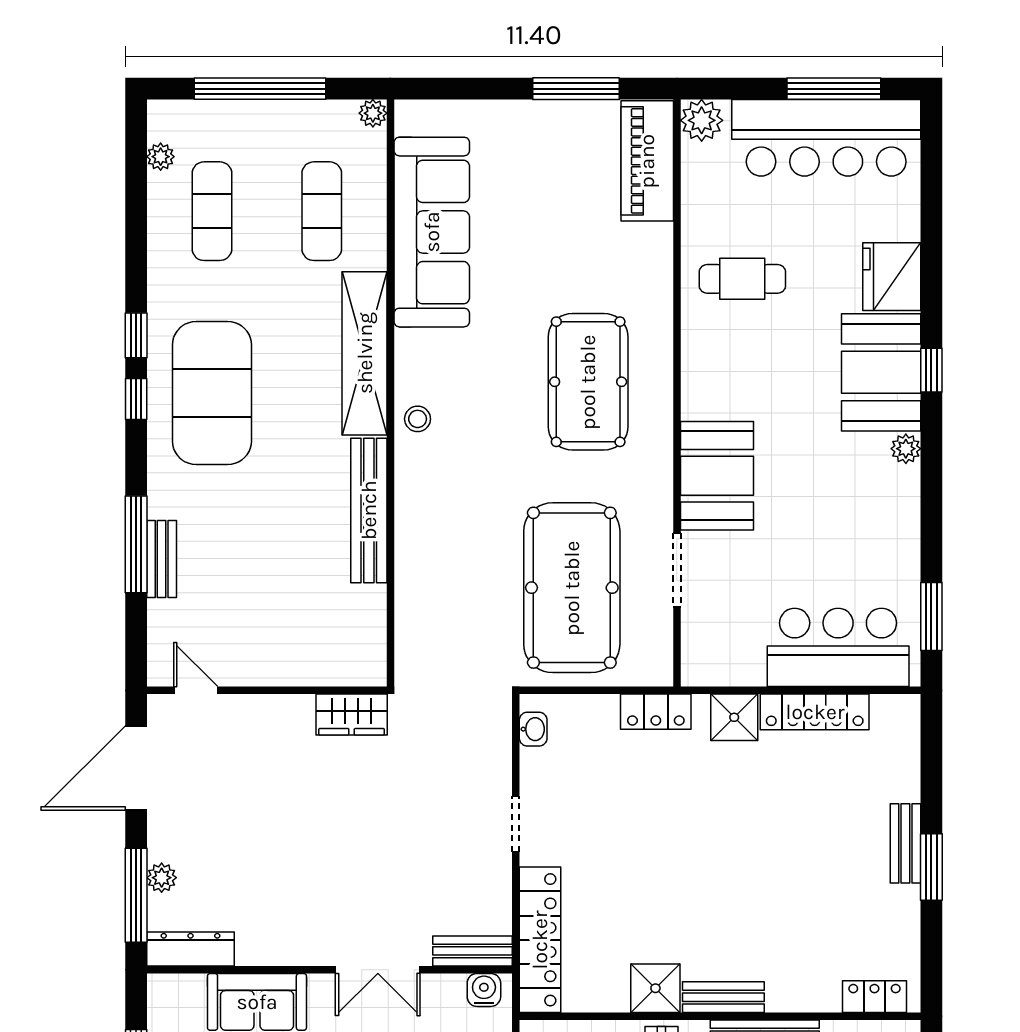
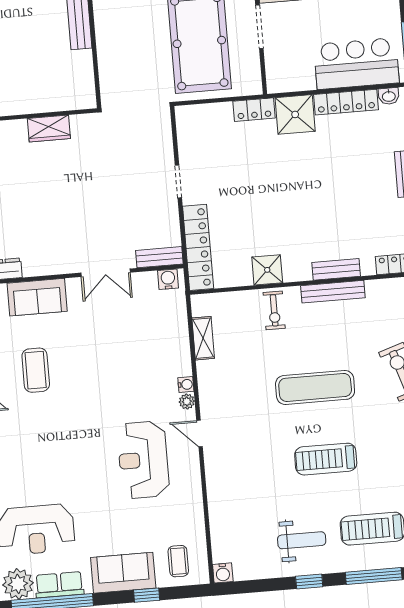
wardrobe: (352, 714) -> (49, 129), moved
shower: (734, 717) -> (295, 114), width x1.36, depth x1.36
washbasin: (533, 729) -> (389, 96), moved, turned 90
bench: (723, 997) -> (336, 269), moved

